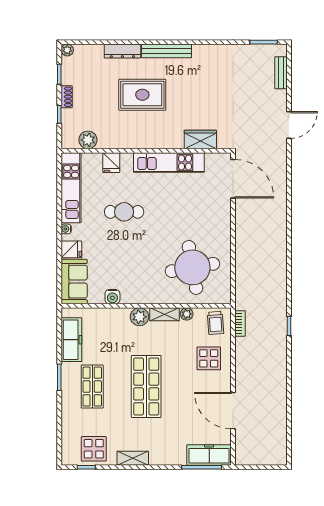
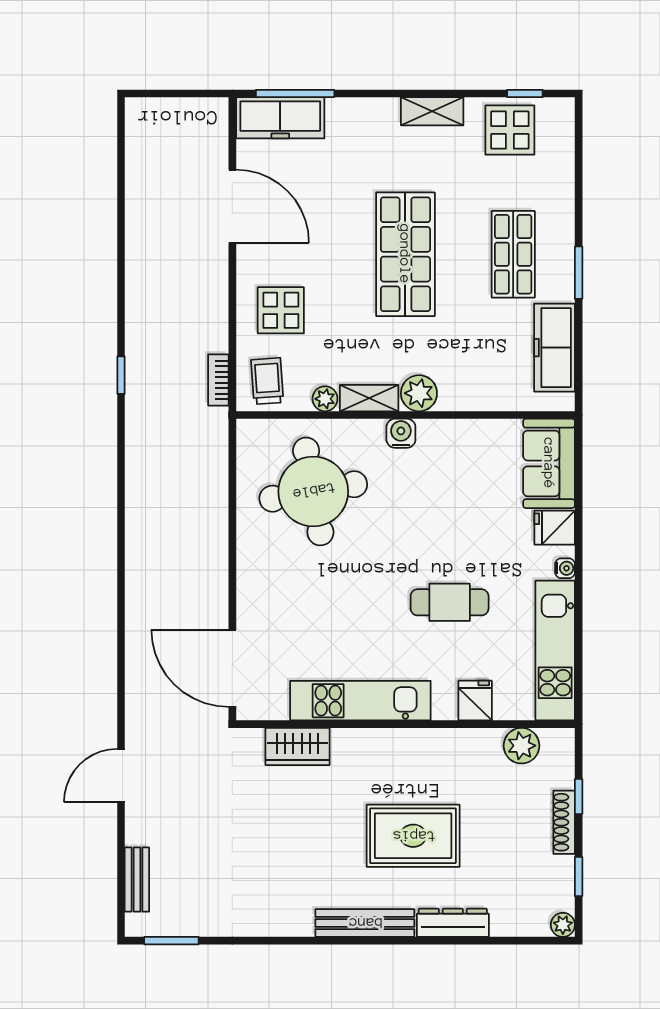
shoe rack: (67, 97) -> (564, 822), width x1.43
water cooler: (112, 297) -> (401, 433), moved

